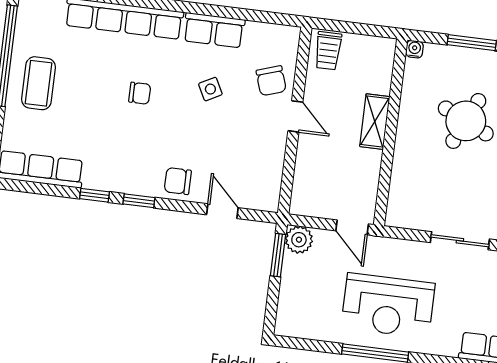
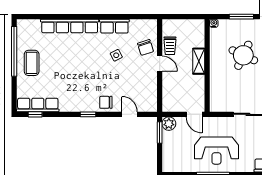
trolley: (328, 51) -> (170, 46), moved
chair: (140, 93) -> (82, 62), removed
window: (94, 195) -> (35, 114), moved

